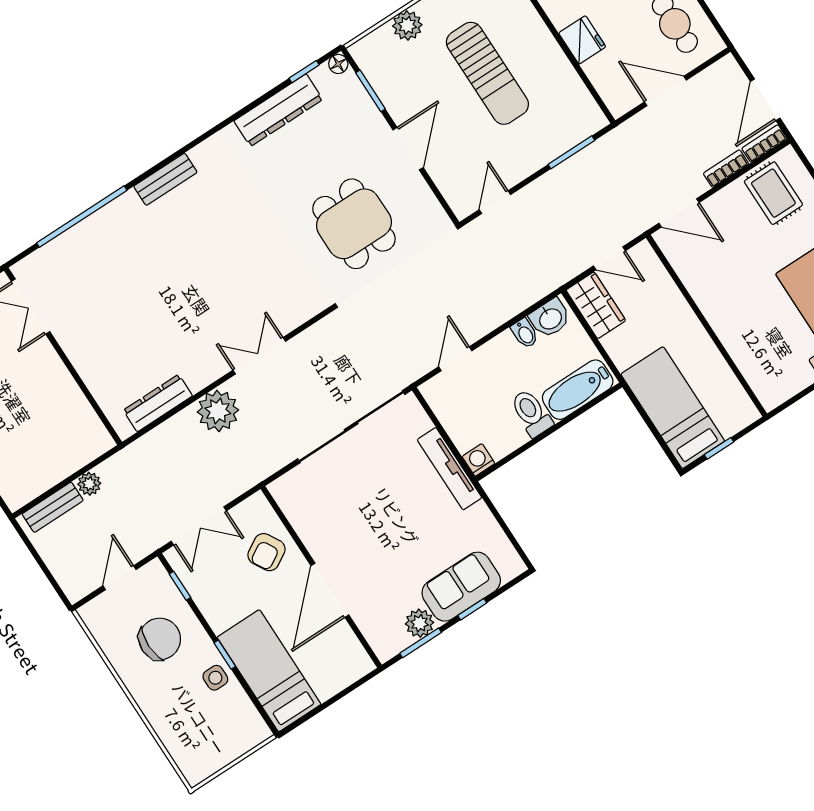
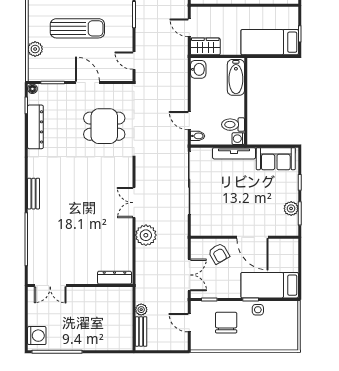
door: (609, 258) -> (189, 28), swing flipped
bidet: (525, 333) -> (198, 136), moved
dresser: (158, 403) -> (115, 278), moved, turned 90
toilet: (531, 413) -> (233, 125), moved
sofa: (461, 587) -> (276, 159), moved, turned -90

